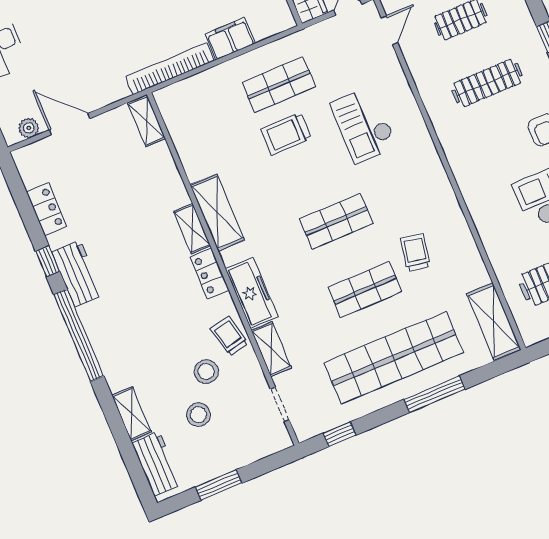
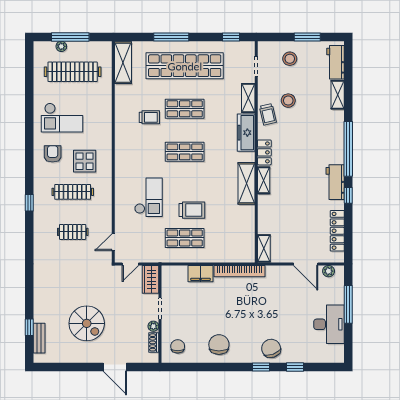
display table: (489, 140) -> (85, 161), added
locker: (47, 209) -> (337, 231), width x1.53
trolley: (415, 252) -> (149, 117), turned -100
stool: (198, 415) -> (290, 59), moved

